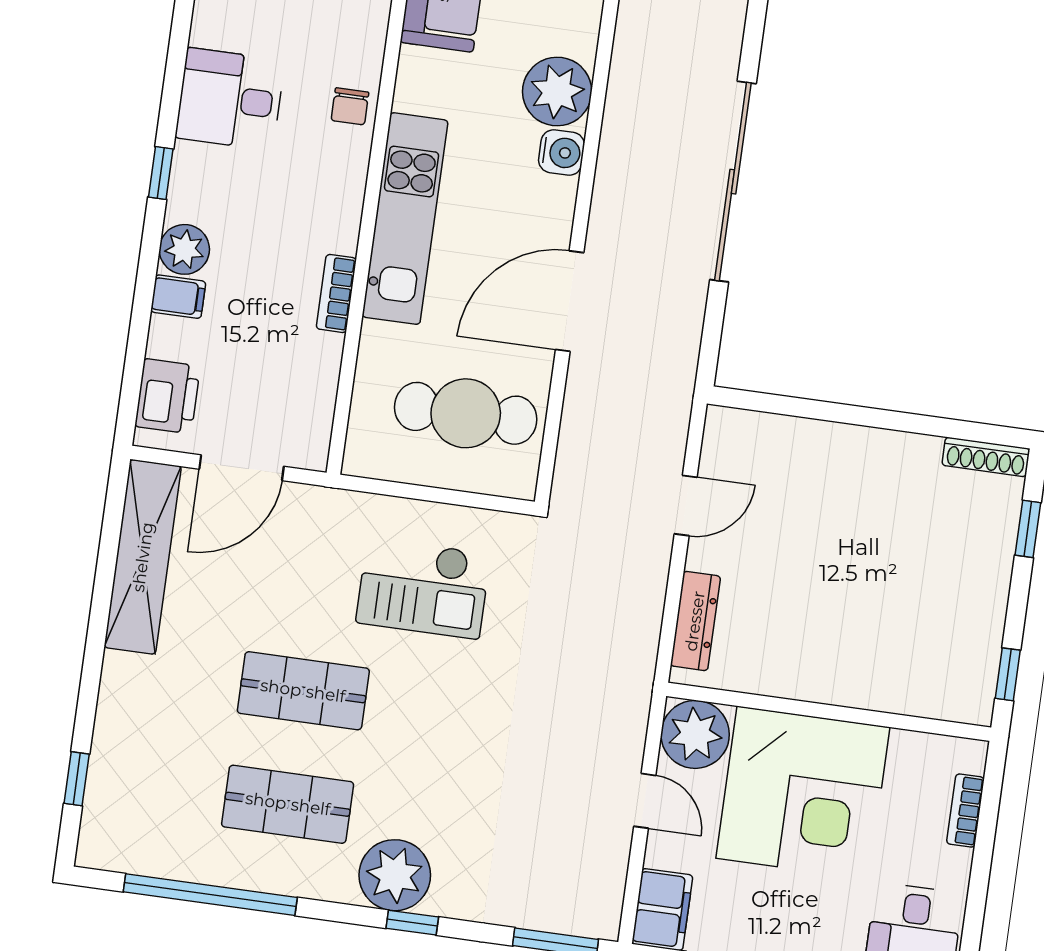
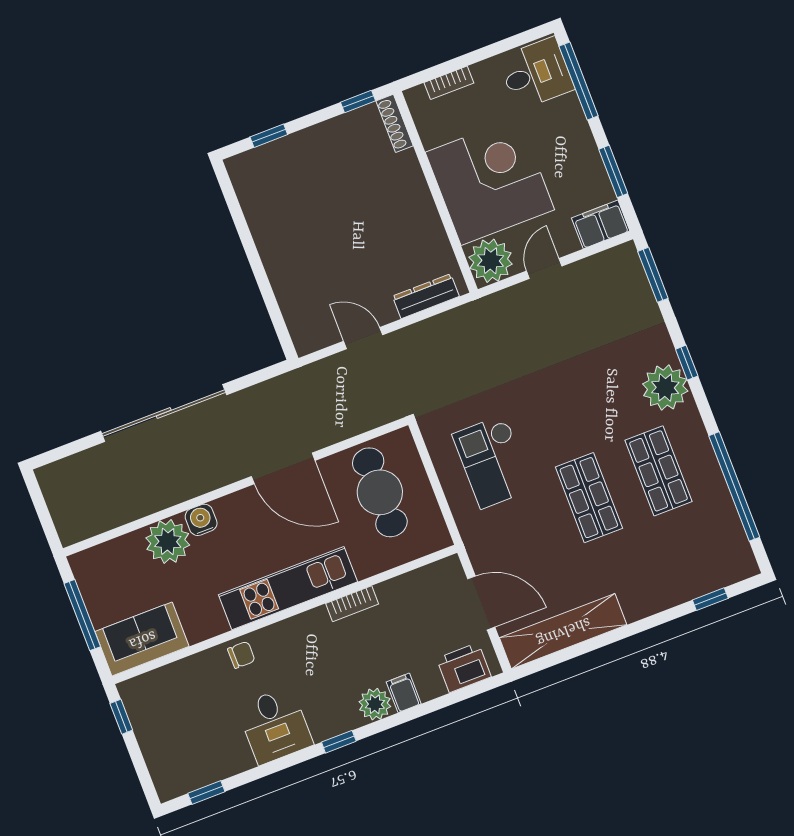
shoe rack: (986, 457) -> (395, 123), moved, turned 180
checkout: (423, 588) -> (493, 462), turned 180

